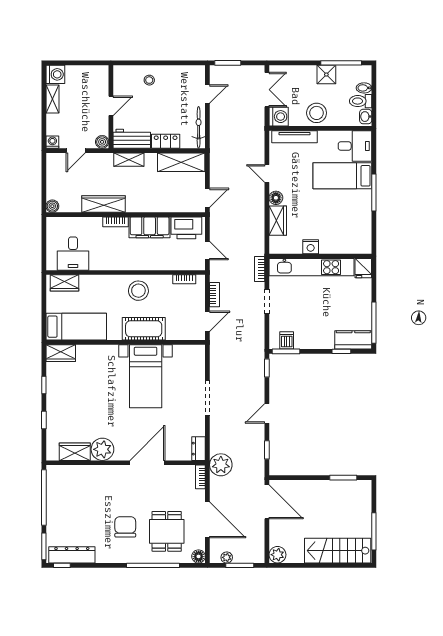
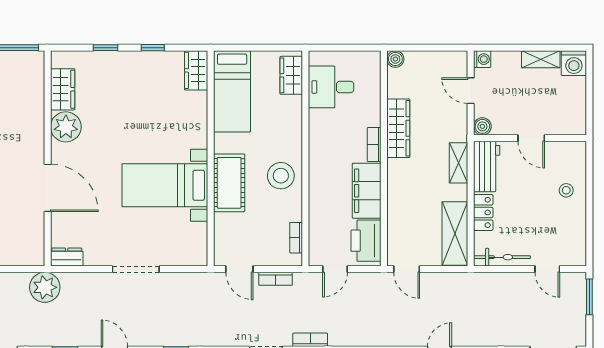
bookcase: (200, 477) -> (28, 260), removed

